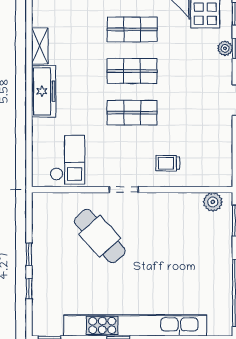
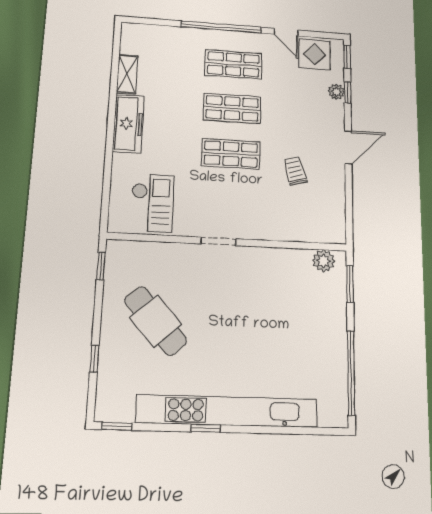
trolley: (168, 163) -> (295, 171), moved, turned 74
cafe table: (100, 236) -> (156, 321), moved
window: (29, 254) -> (101, 266), moved

